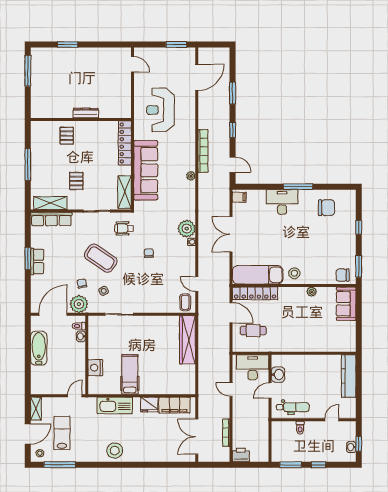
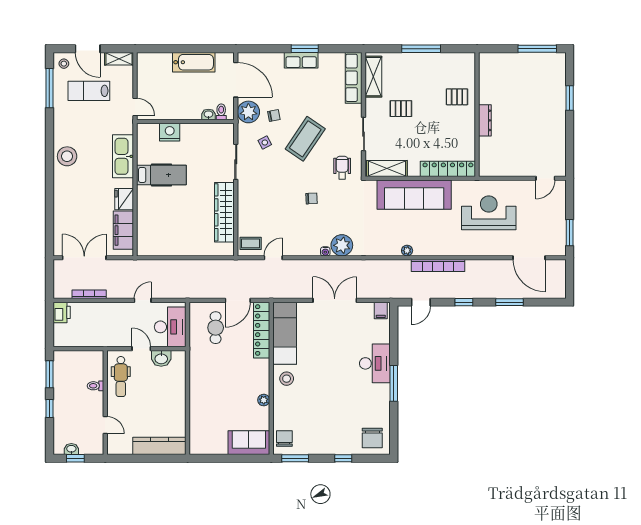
chair: (326, 208) -> (372, 438), moved
wardrobe: (187, 340) -> (224, 212), moved, turned -90
lab bench: (62, 433) -> (89, 91), turned 180

